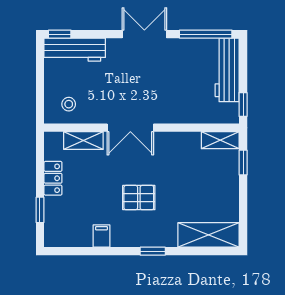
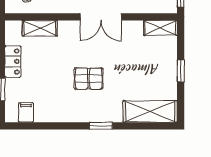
double door: (130, 128) -> (101, 17), moved
window: (243, 163) -> (181, 71), moved
filing cabinet: (101, 236) -> (26, 112), moved

